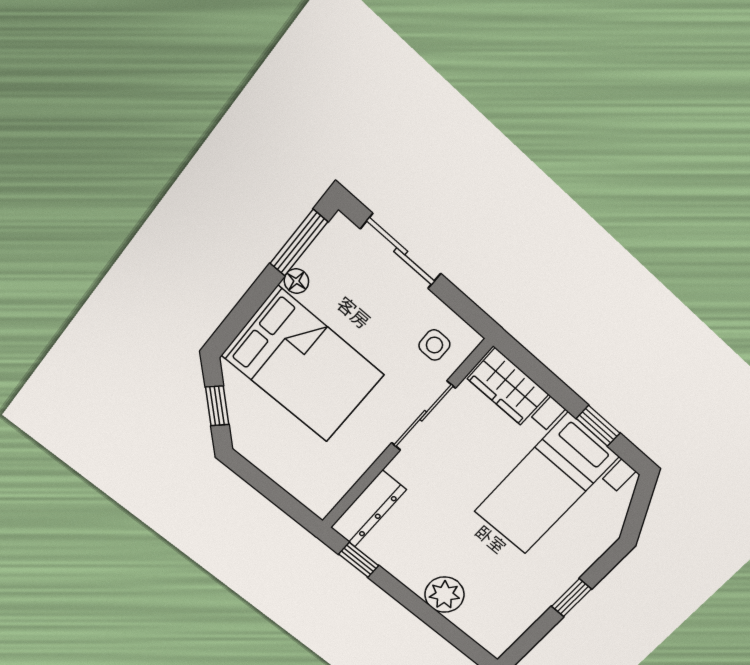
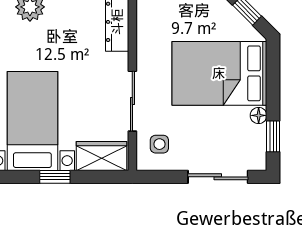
window: (299, 243) -> (273, 136), width x0.67
window: (598, 426) -> (55, 177), moved

